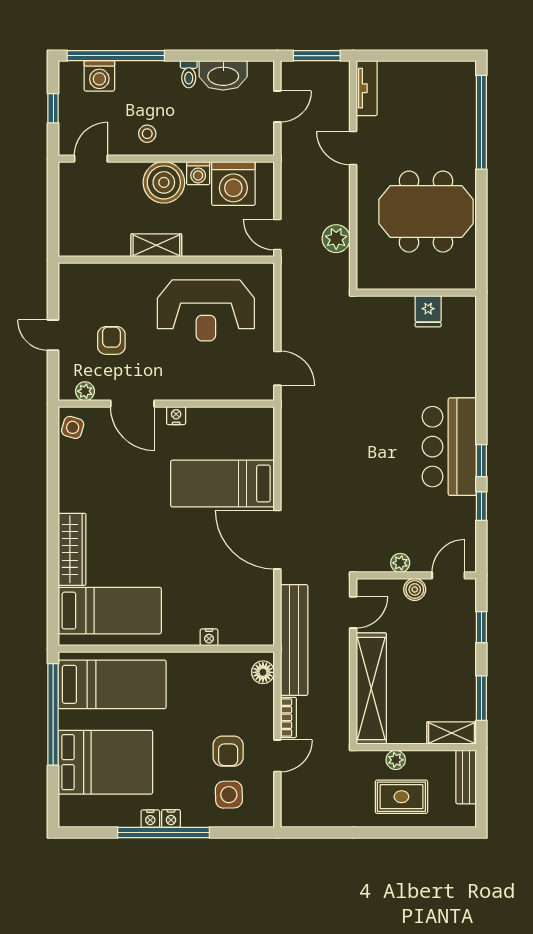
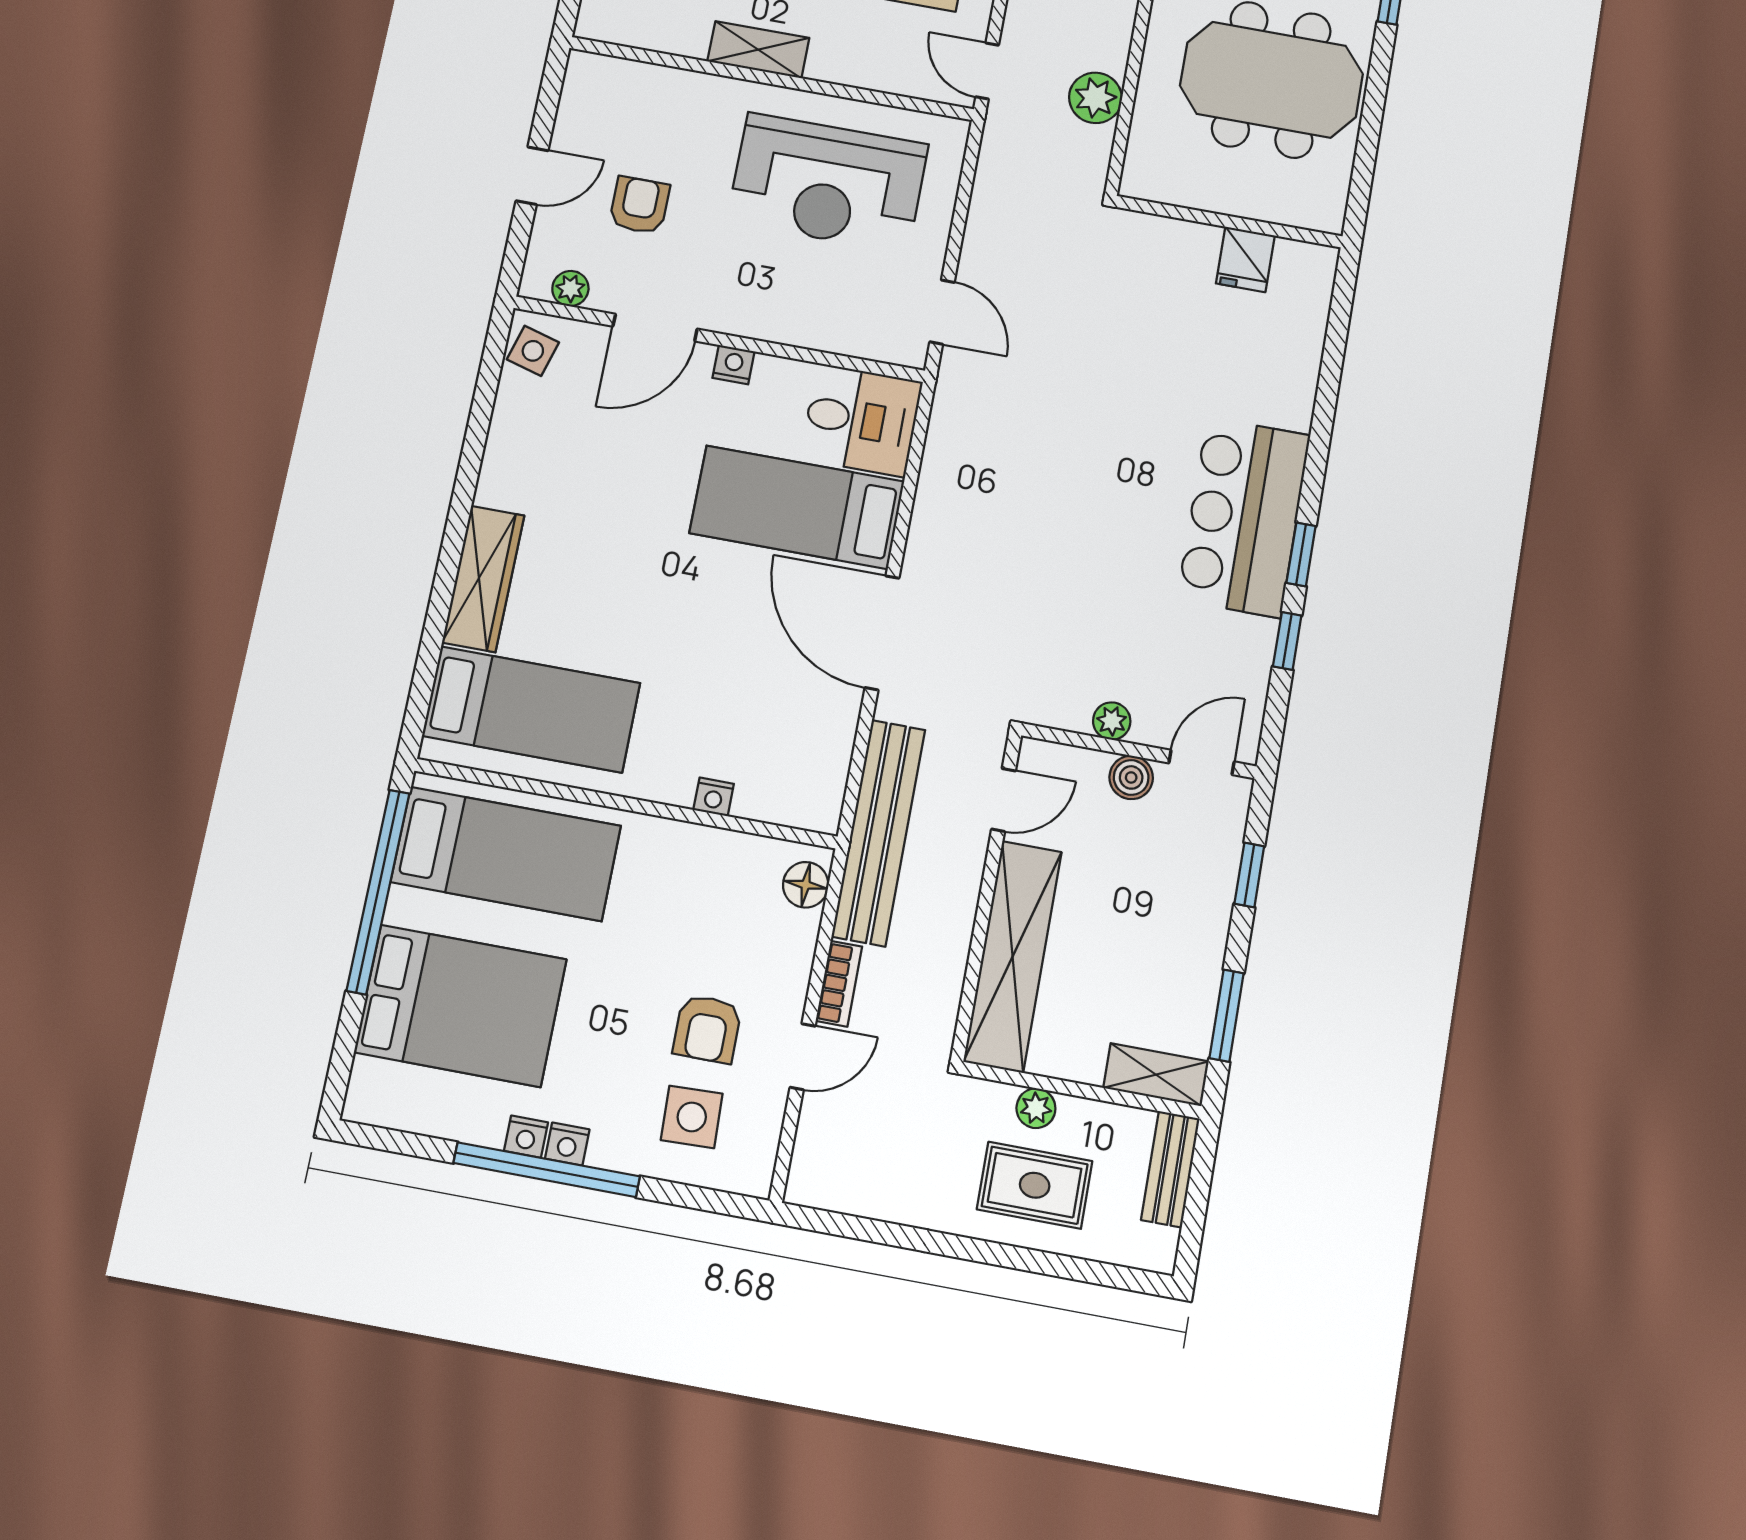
door: (53, 335) -> (532, 176), swing flipped
door: (132, 404) -> (655, 328), hinge flipped
desk: (247, 432) -> (861, 420), added

